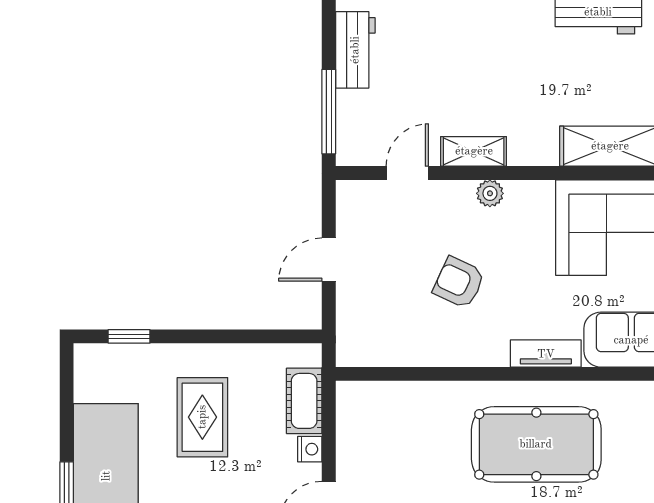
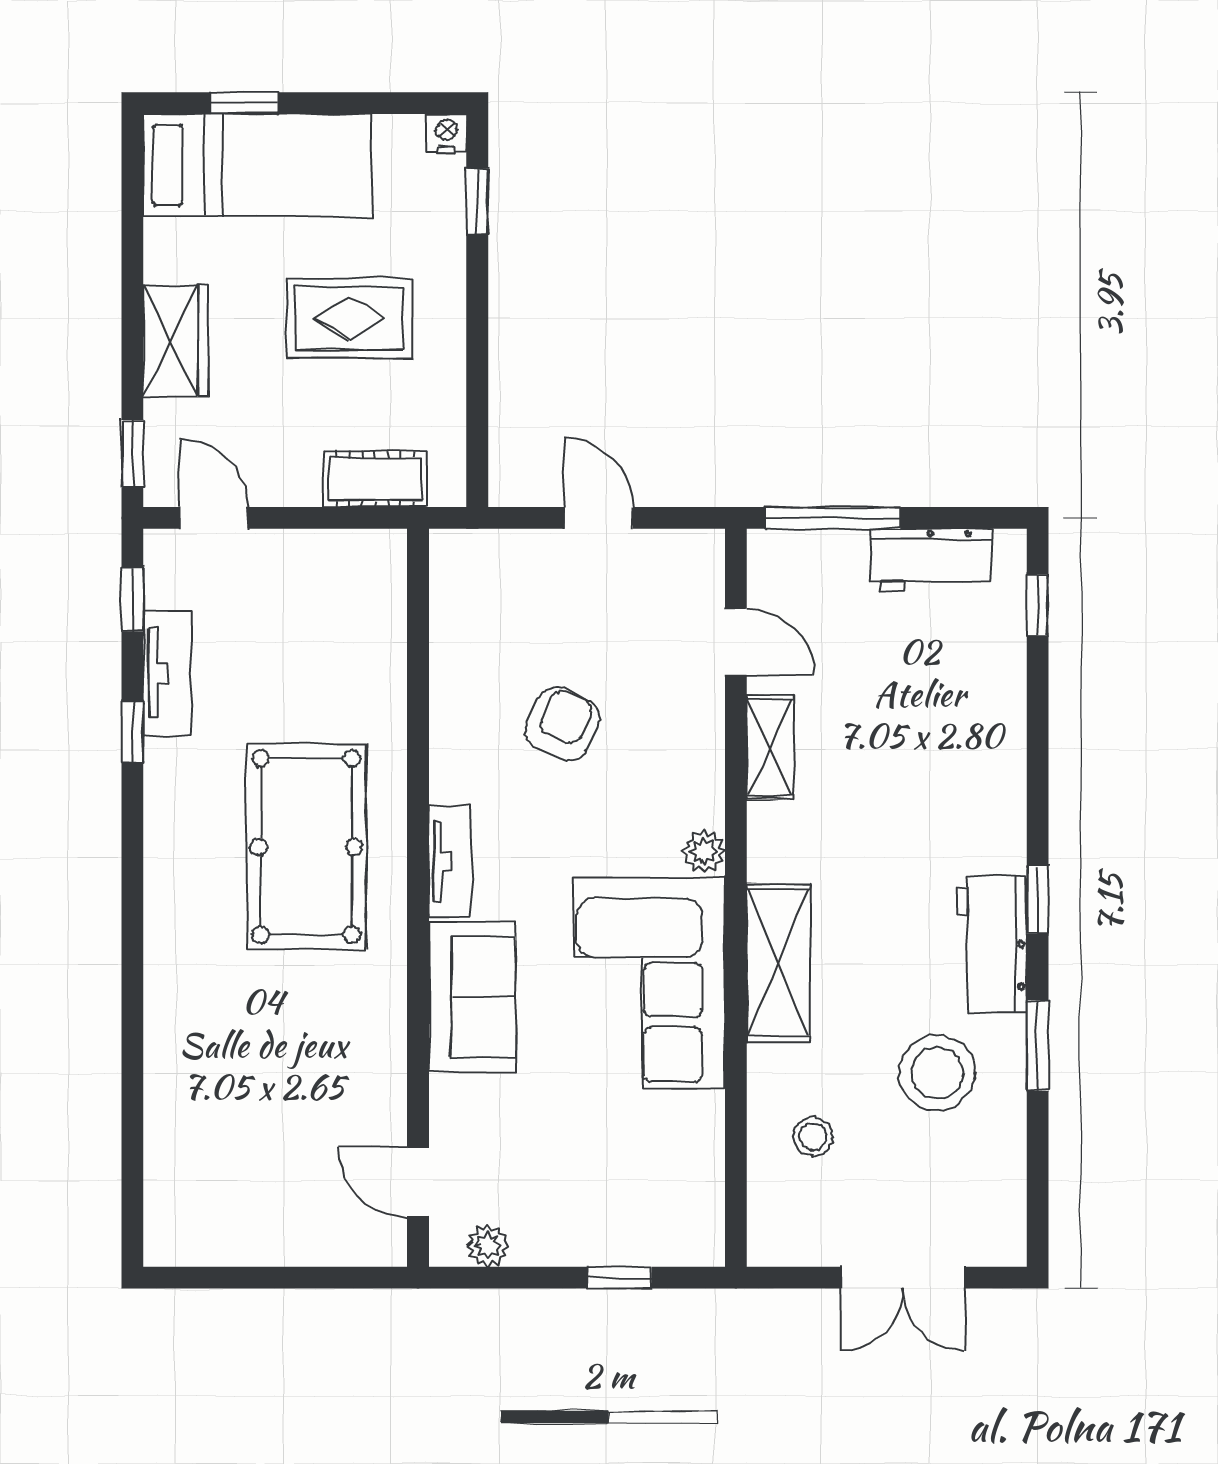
plant: (490, 193) -> (704, 851), moved
nightstand: (310, 449) -> (446, 133), moved, turned 180

